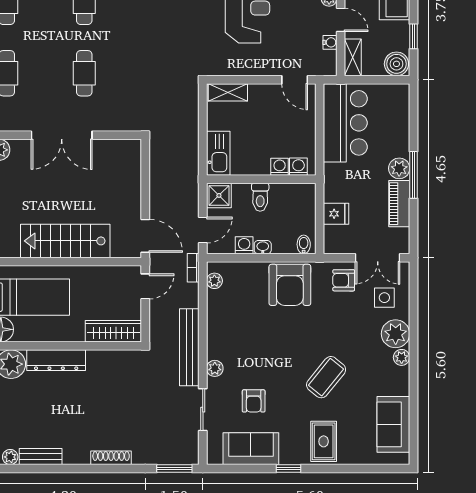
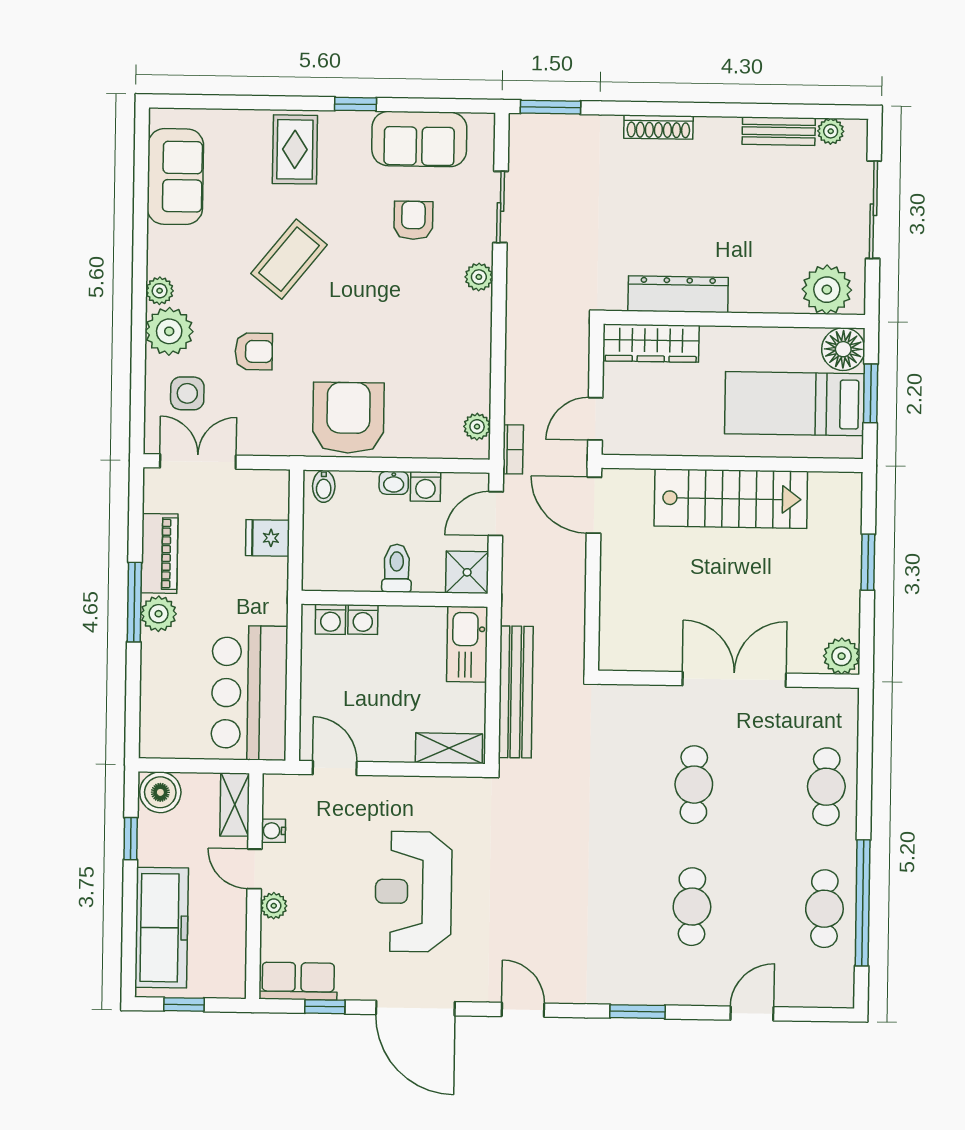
armchair: (344, 280) -> (254, 351), moved
bench: (189, 347) -> (516, 692), moved
dresser: (56, 360) -> (678, 294), moved

